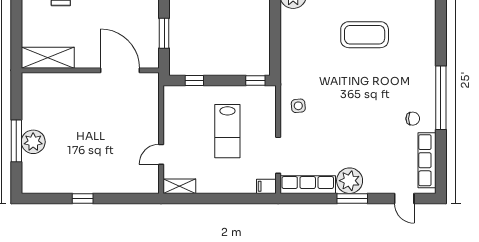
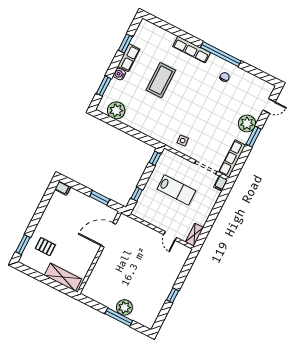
shelving: (48, 58) -> (63, 277), moved, turned 90
row of seats: (427, 160) -> (192, 50), moved
plant: (350, 181) -> (247, 124), moved

